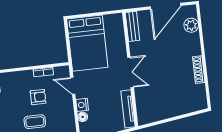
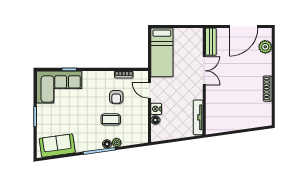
bed: (87, 43) -> (162, 52), width x0.67
double door: (131, 72) -> (204, 71), moved
armchair: (38, 97) -> (116, 97), turned 90

